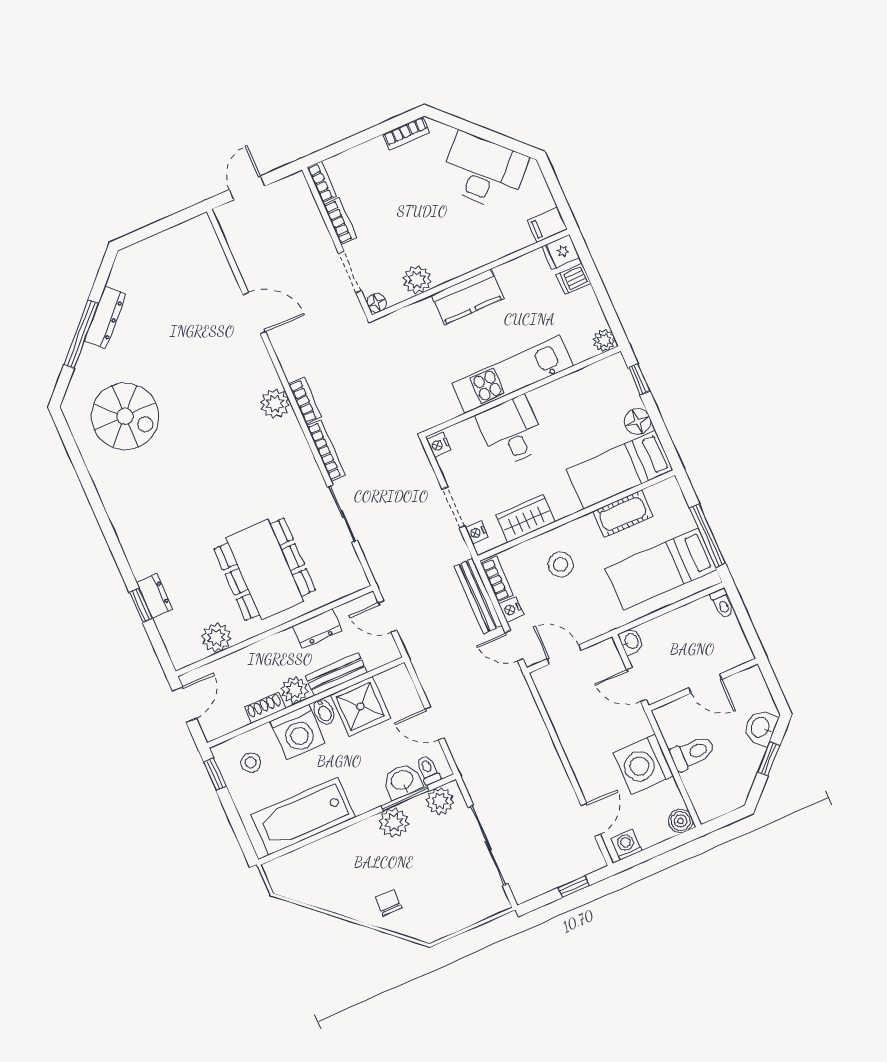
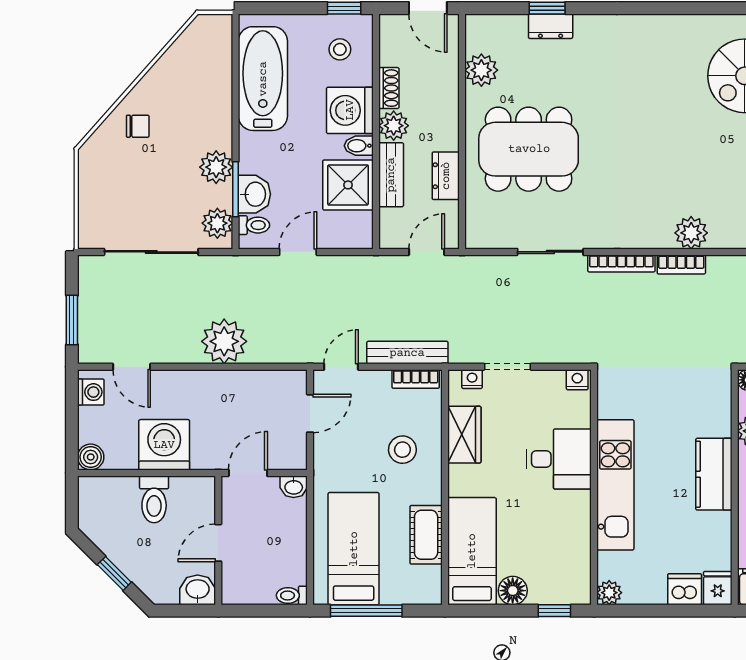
dishwasher: (574, 279) -> (685, 589), width x1.38
nightstand: (511, 609) -> (379, 380), removed
washbasin: (761, 728) -> (198, 590), moved, turned -45
plant: (536, 752) -> (224, 341), added
window: (574, 887) -> (72, 320), width x1.50

